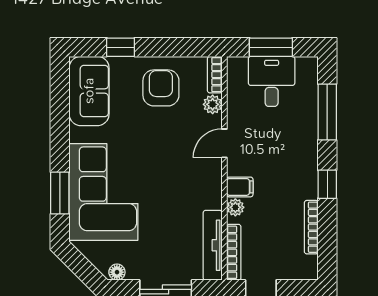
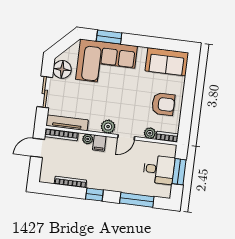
window: (121, 47) -> (190, 83), removed
door: (224, 143) -> (126, 137), swing flipped
plant: (210, 176) -> (108, 127), added
floor lamp: (117, 272) -> (62, 69), width x1.89, depth x1.89

